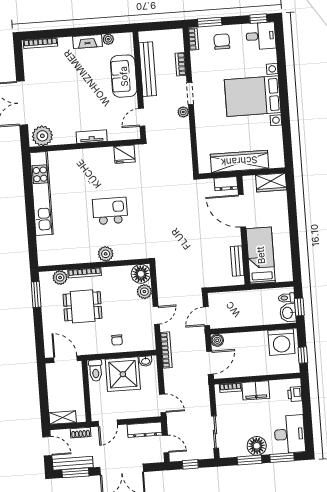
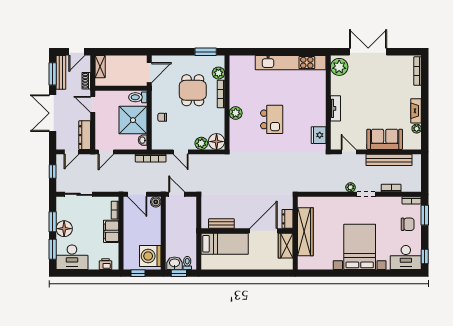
desk: (261, 36) -> (406, 258), width x1.37
wardrobe: (271, 183) -> (286, 246), moved

